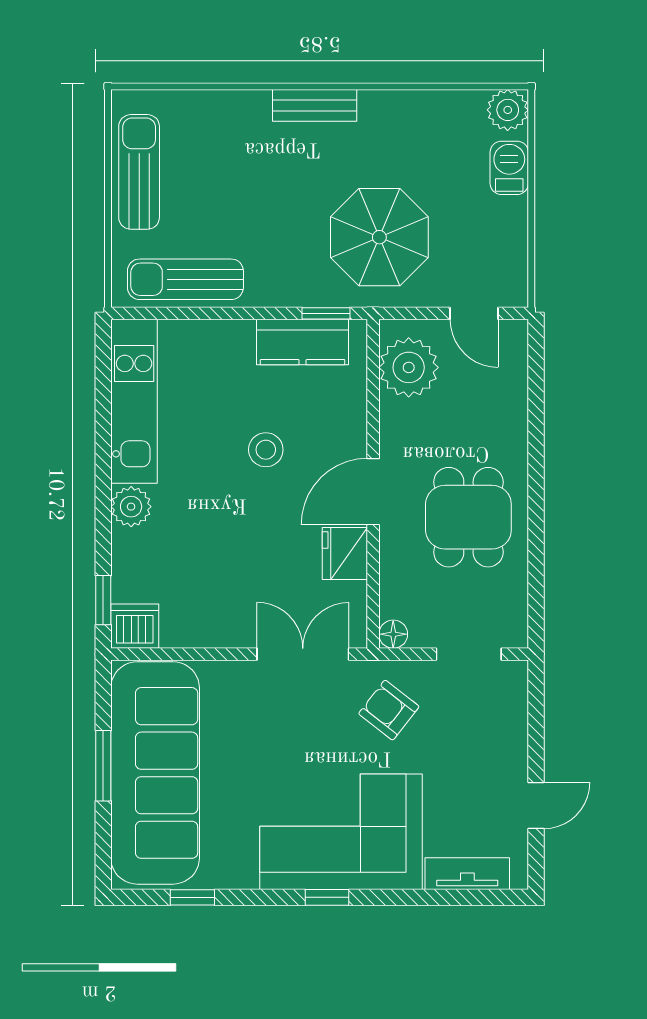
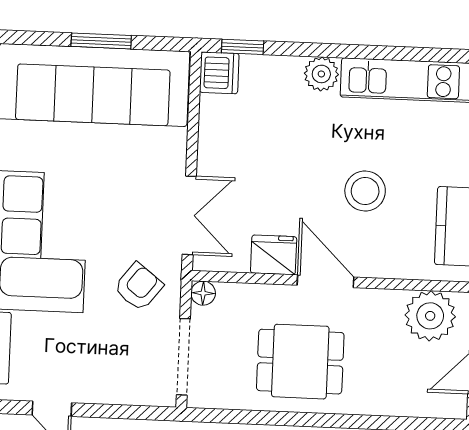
stool: (266, 450) -> (365, 191), width x1.38, depth x1.38
doorway: (469, 654) -> (183, 357), width x1.38

